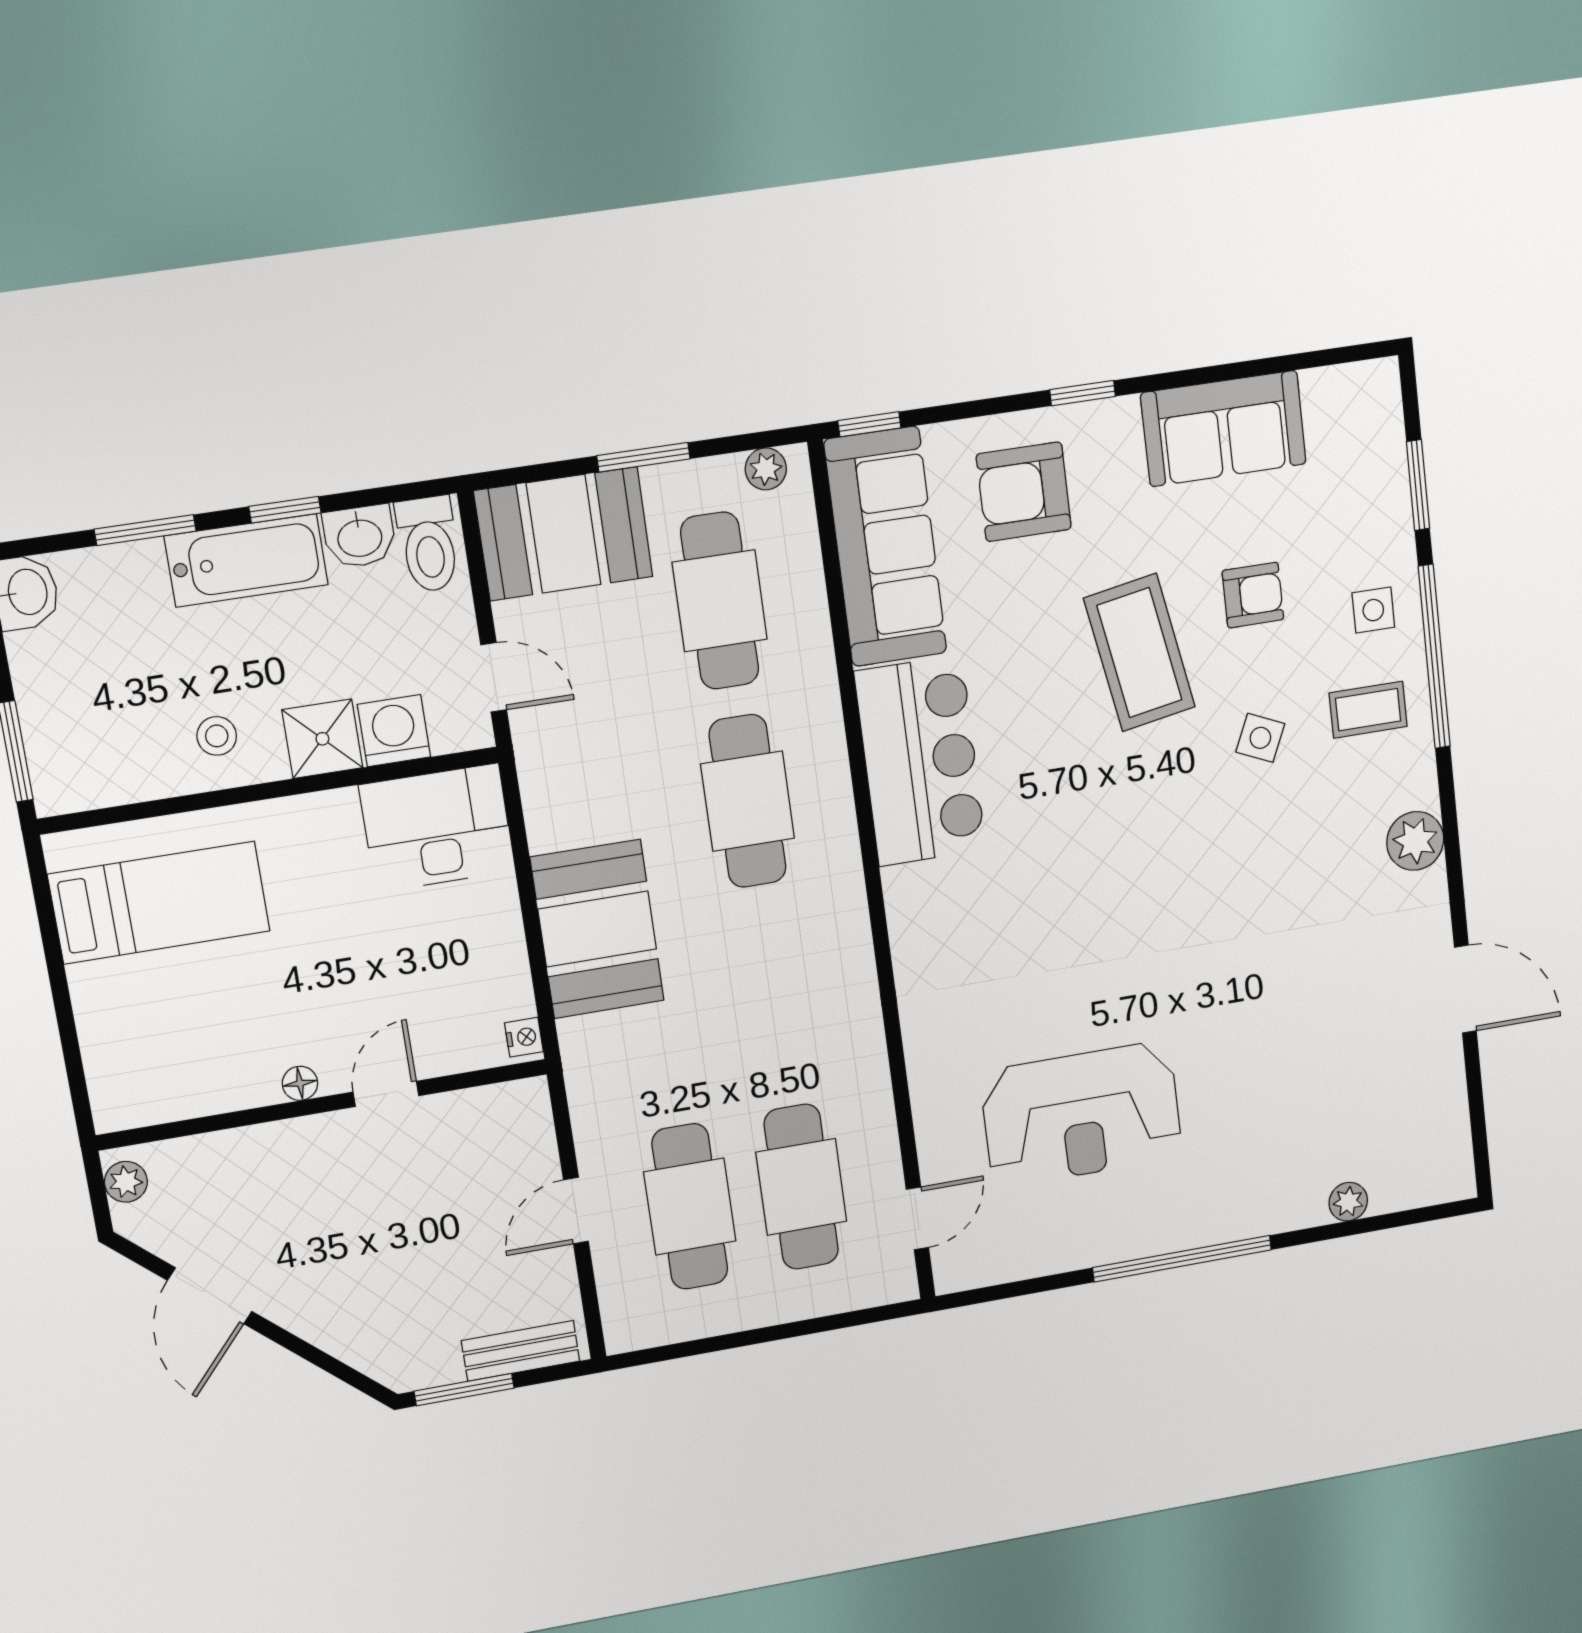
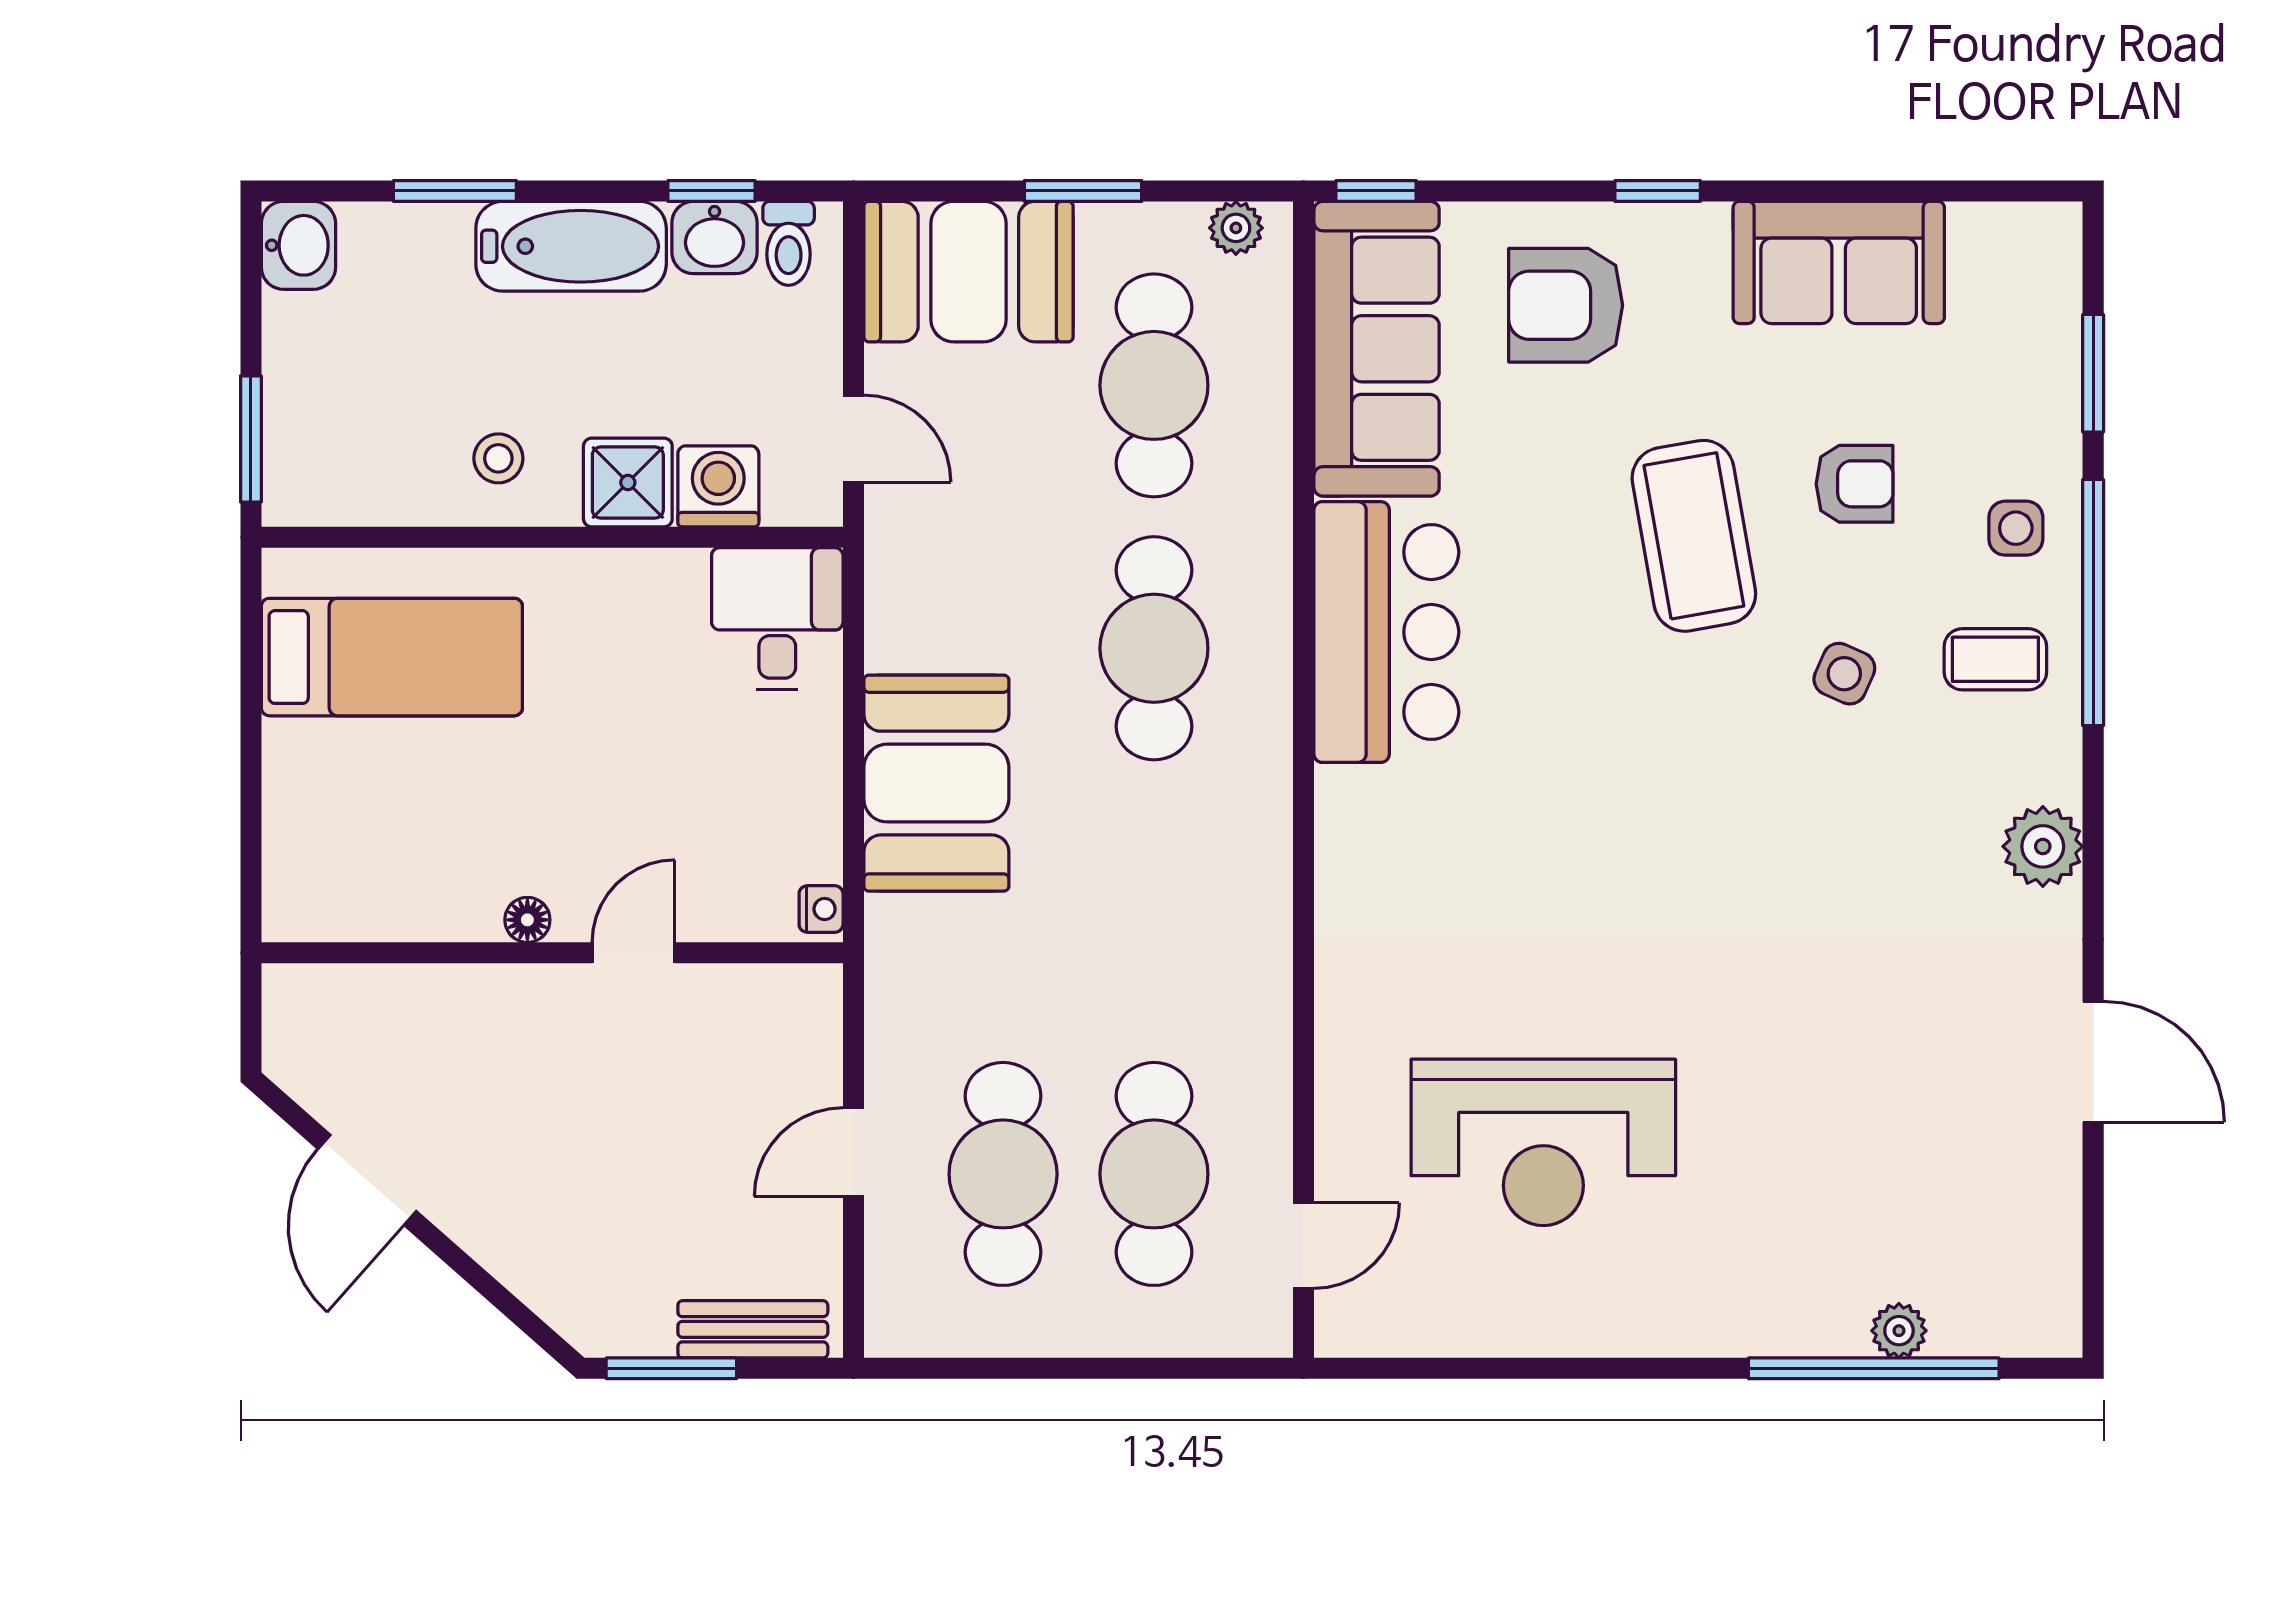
window: (285, 510) -> (712, 191), moved
toilet: (428, 544) -> (789, 243), width x0.73, depth x0.72
desk: (437, 828) -> (777, 619), width x0.73
plant: (126, 1182) -> (288, 1010), removed
window: (1182, 1259) -> (1874, 1368), moved

